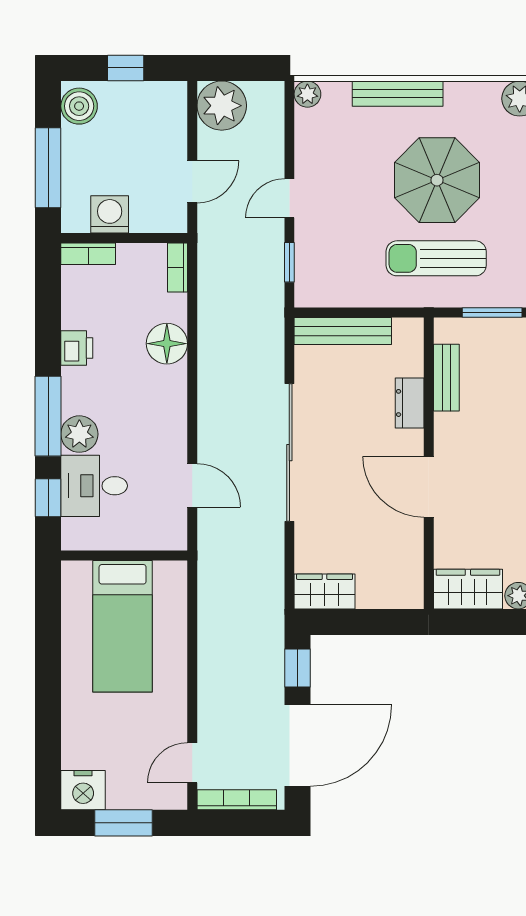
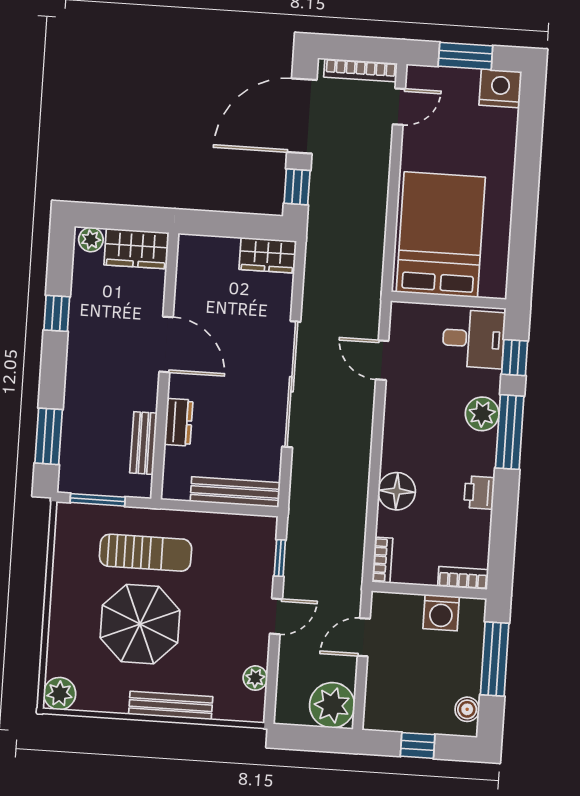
plant: (307, 94) -> (255, 678), moved
boiler: (79, 106) -> (467, 709), width x0.73, depth x0.73
desk: (94, 486) -> (474, 339), moved
bed: (123, 626) -> (441, 235), width x1.50

